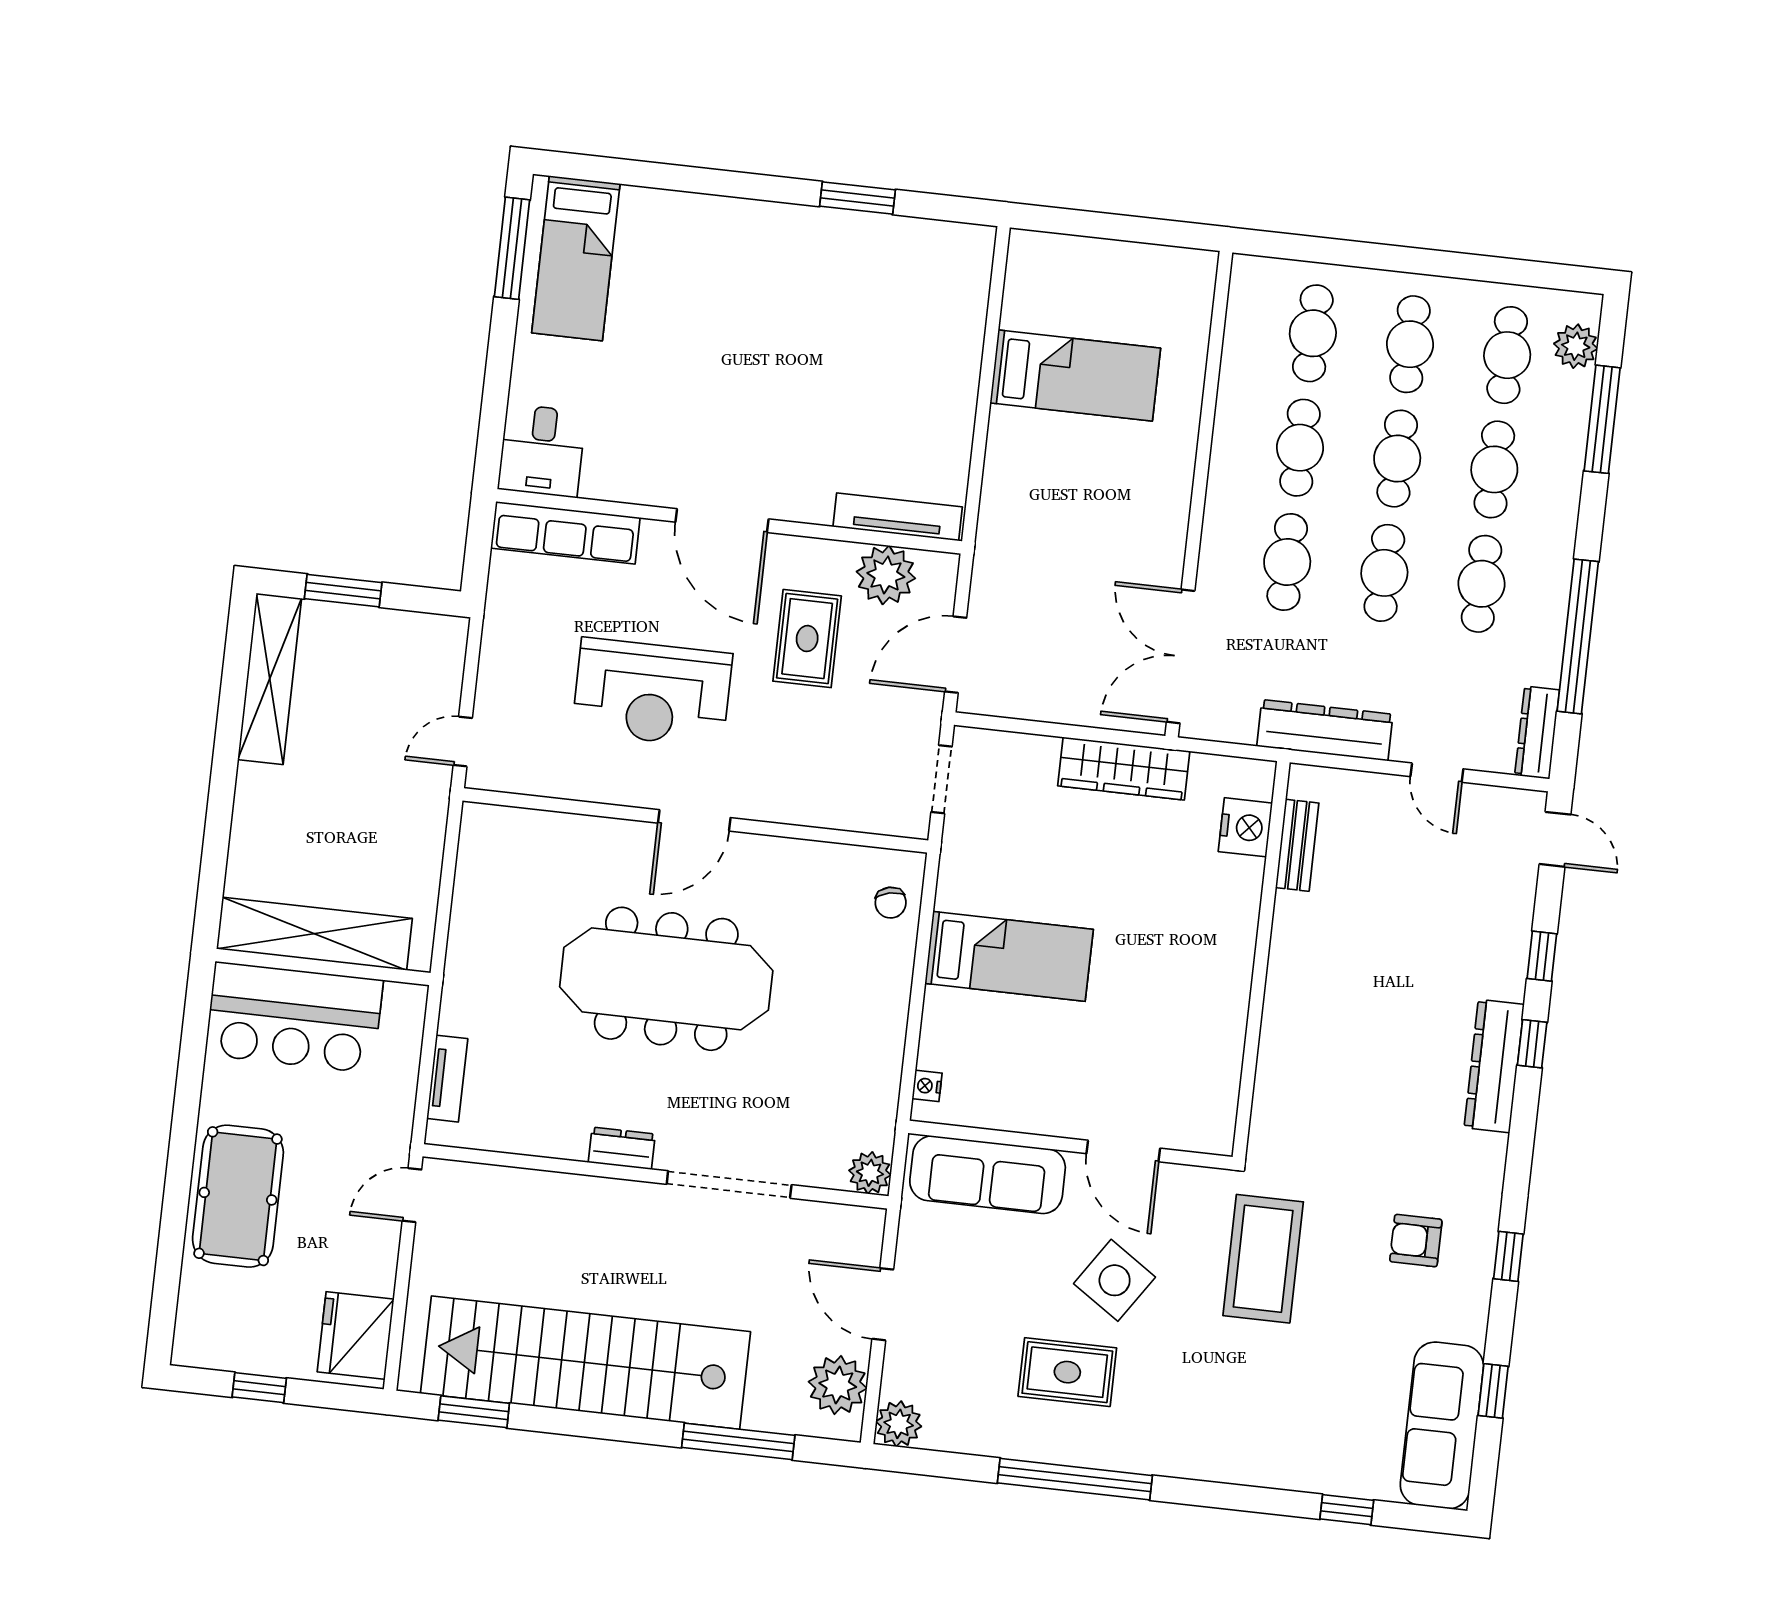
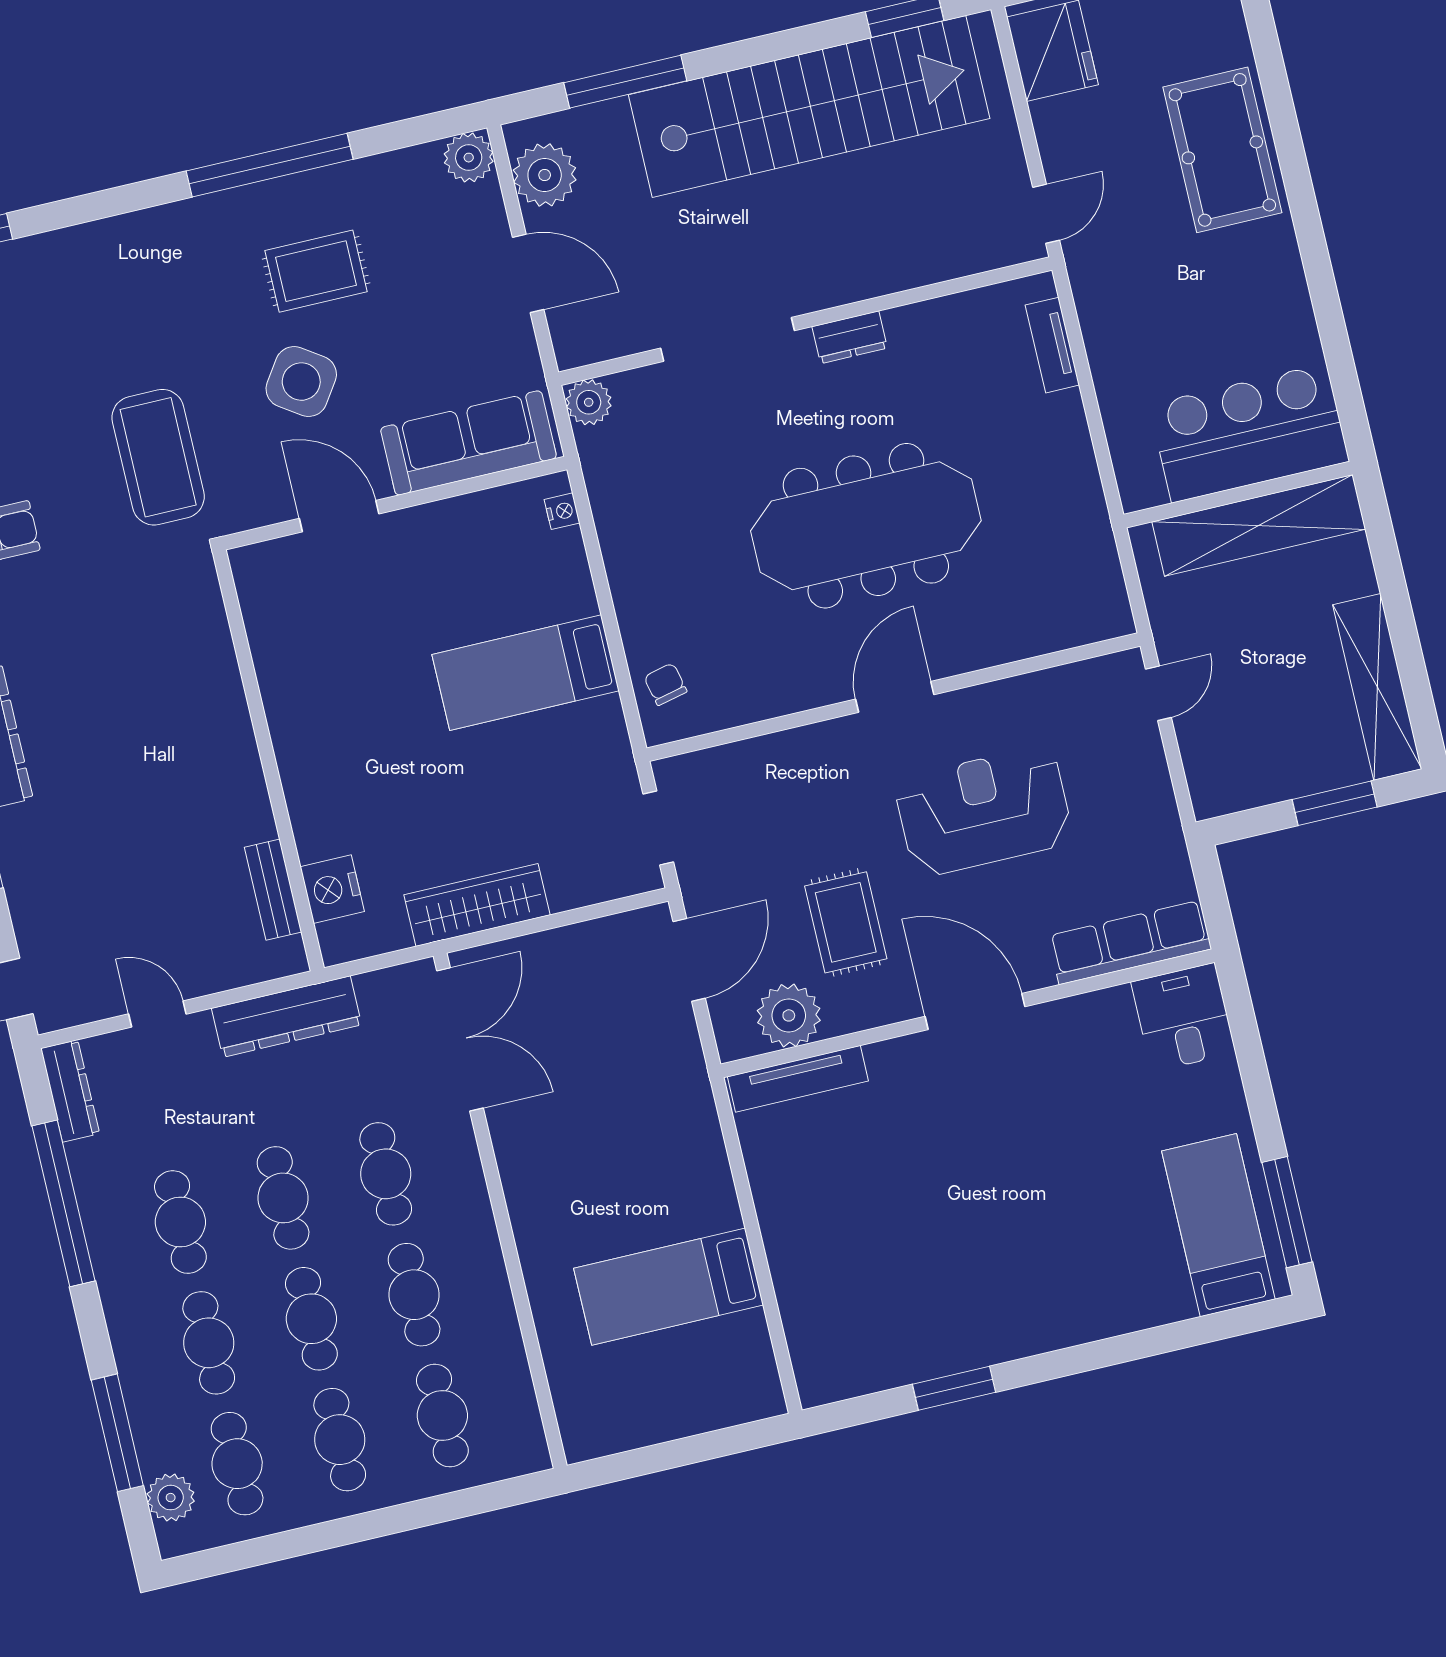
shelving: (314, 934) -> (1259, 525), moved
wall: (323, 967) -> (1238, 495), moved
bar counter: (294, 1017) -> (1249, 433), moved

